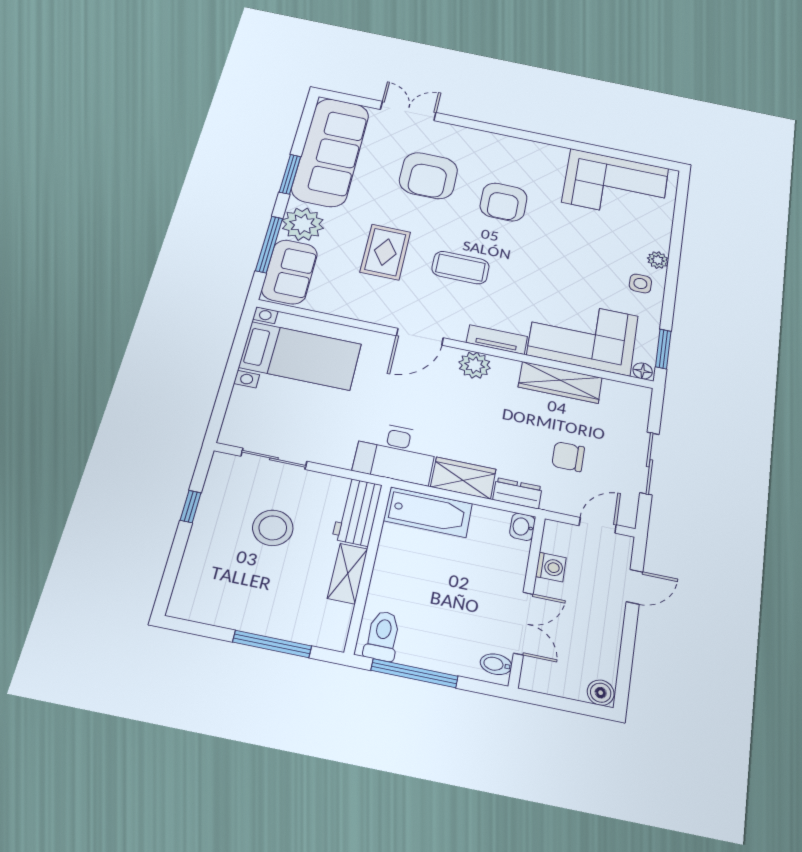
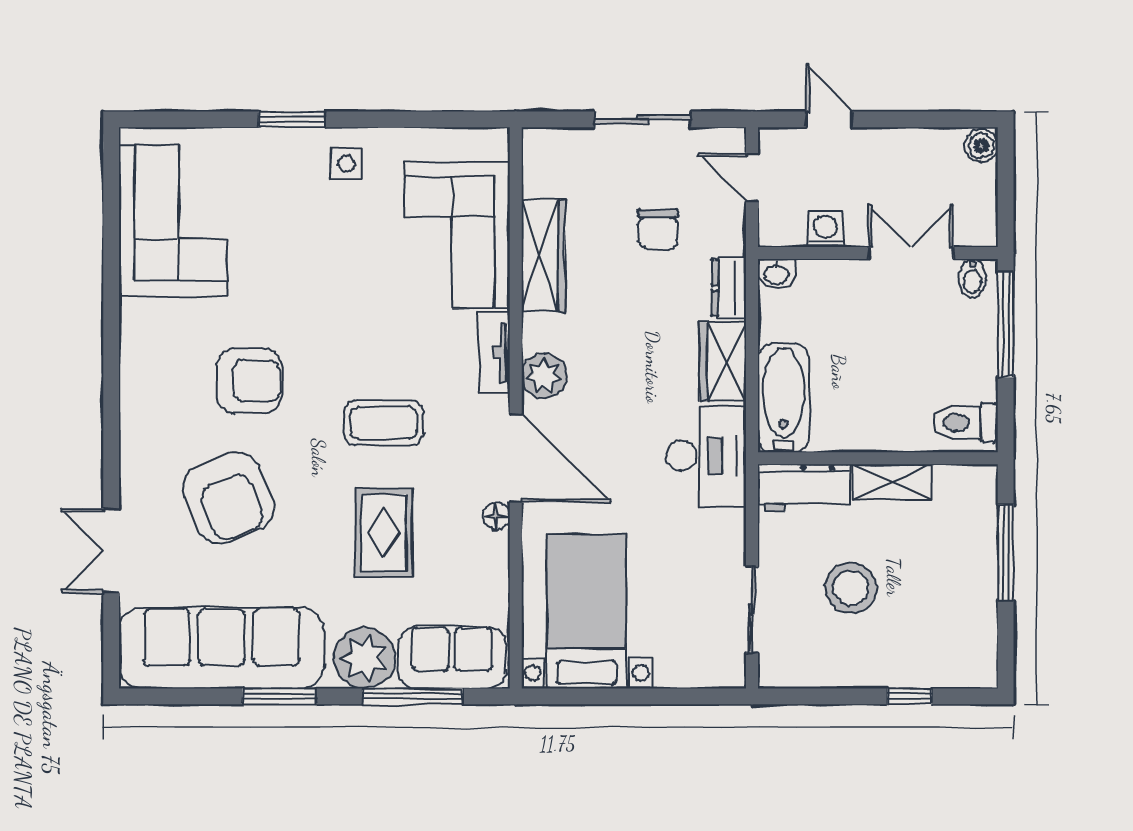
armchair: (428, 176) -> (228, 498), turned 68
rug: (385, 252) -> (384, 533), turned 90
plant: (658, 260) -> (298, 143), removed
coffee table: (461, 268) -> (384, 423), turned 90
door: (420, 337) -> (516, 458), width x1.36
window: (663, 349) -> (292, 119), moved
floor lamp: (643, 371) -> (496, 516), moved
window: (191, 507) -> (910, 696), moved
window: (414, 673) -> (1006, 325), moved

